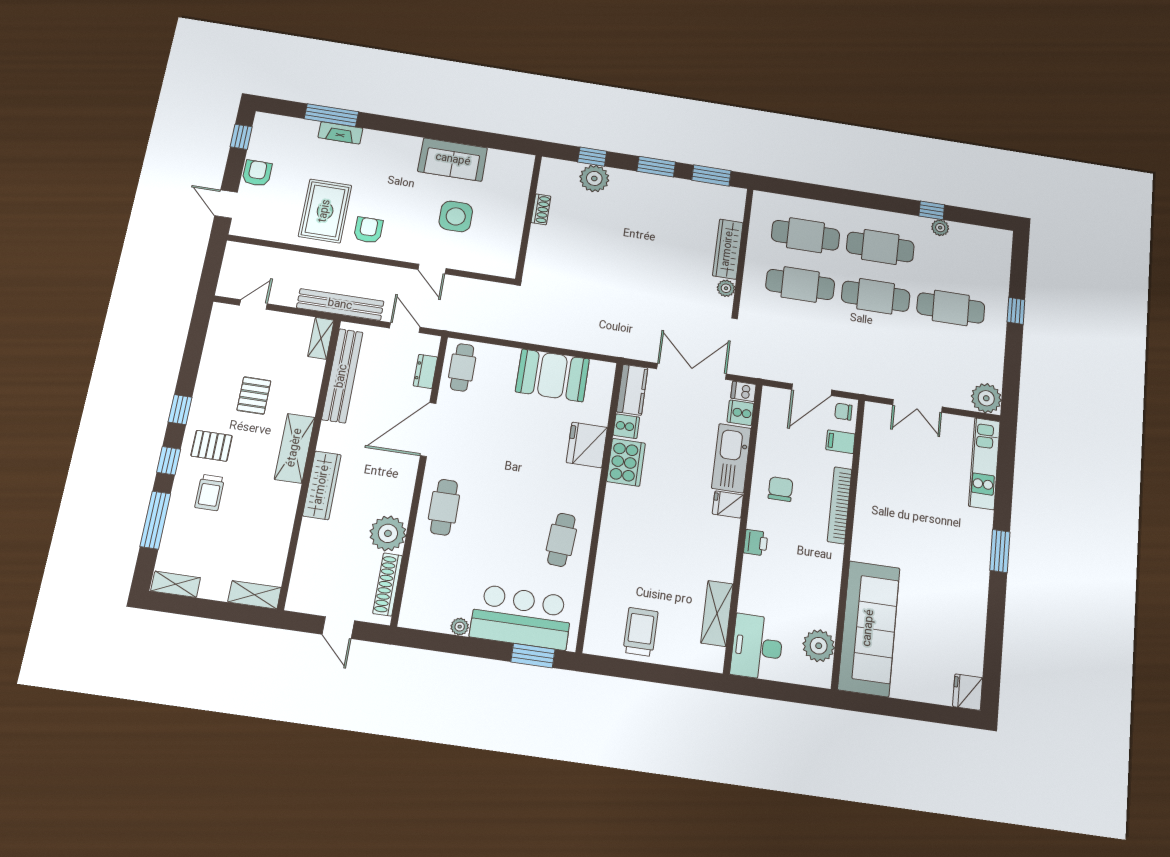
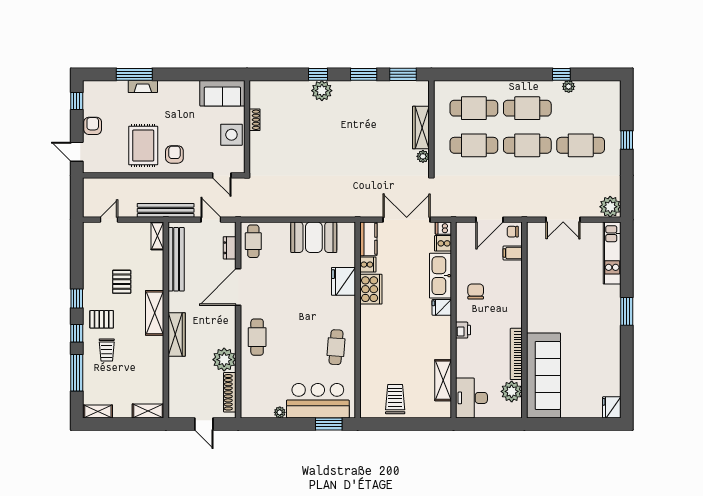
shoe rack: (541, 209) -> (255, 120), moved
wall: (529, 217) -> (247, 127), moved
bookcase: (840, 505) -> (516, 354), moved

